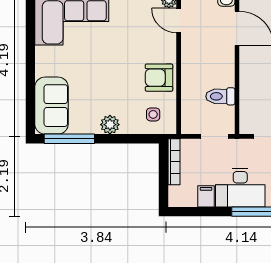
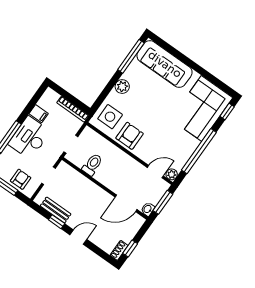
sofa: (51, 106) -> (165, 64), width x1.36
side table: (153, 114) -> (110, 117), width x1.87, depth x1.87

